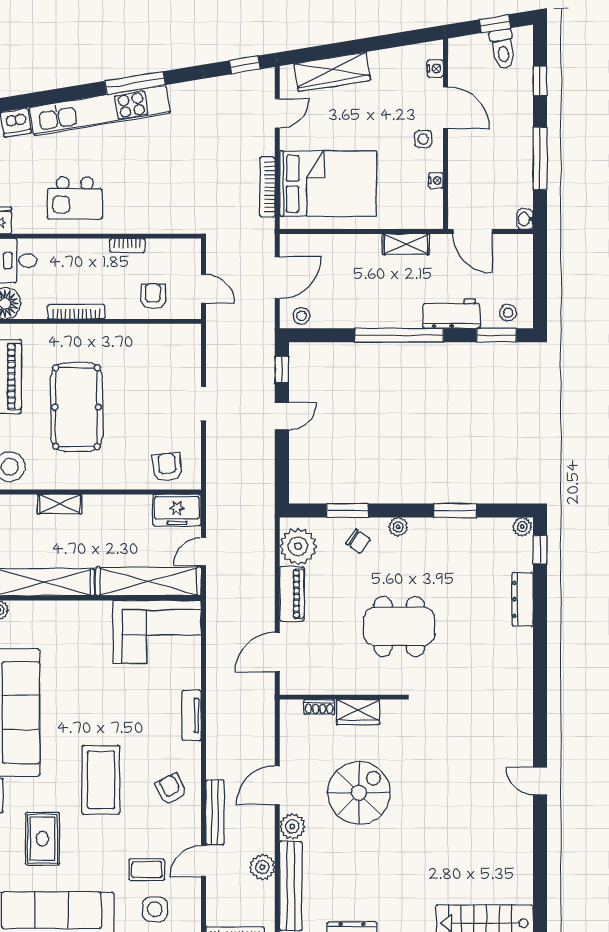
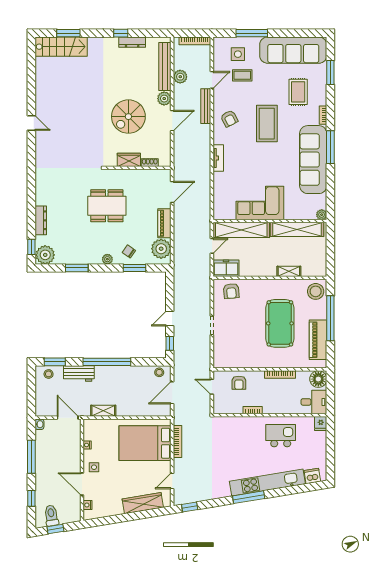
plant: (522, 527) -> (45, 255), width x1.88, depth x1.88
corner sofa: (157, 632) -> (260, 203), moved

